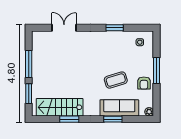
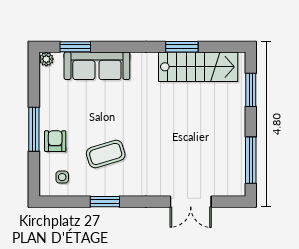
window: (29, 64) -> (251, 160), moved
coffee table: (116, 80) -> (106, 154), moved
armchair: (144, 83) -> (55, 141), moved
window: (113, 119) -> (75, 47), moved

